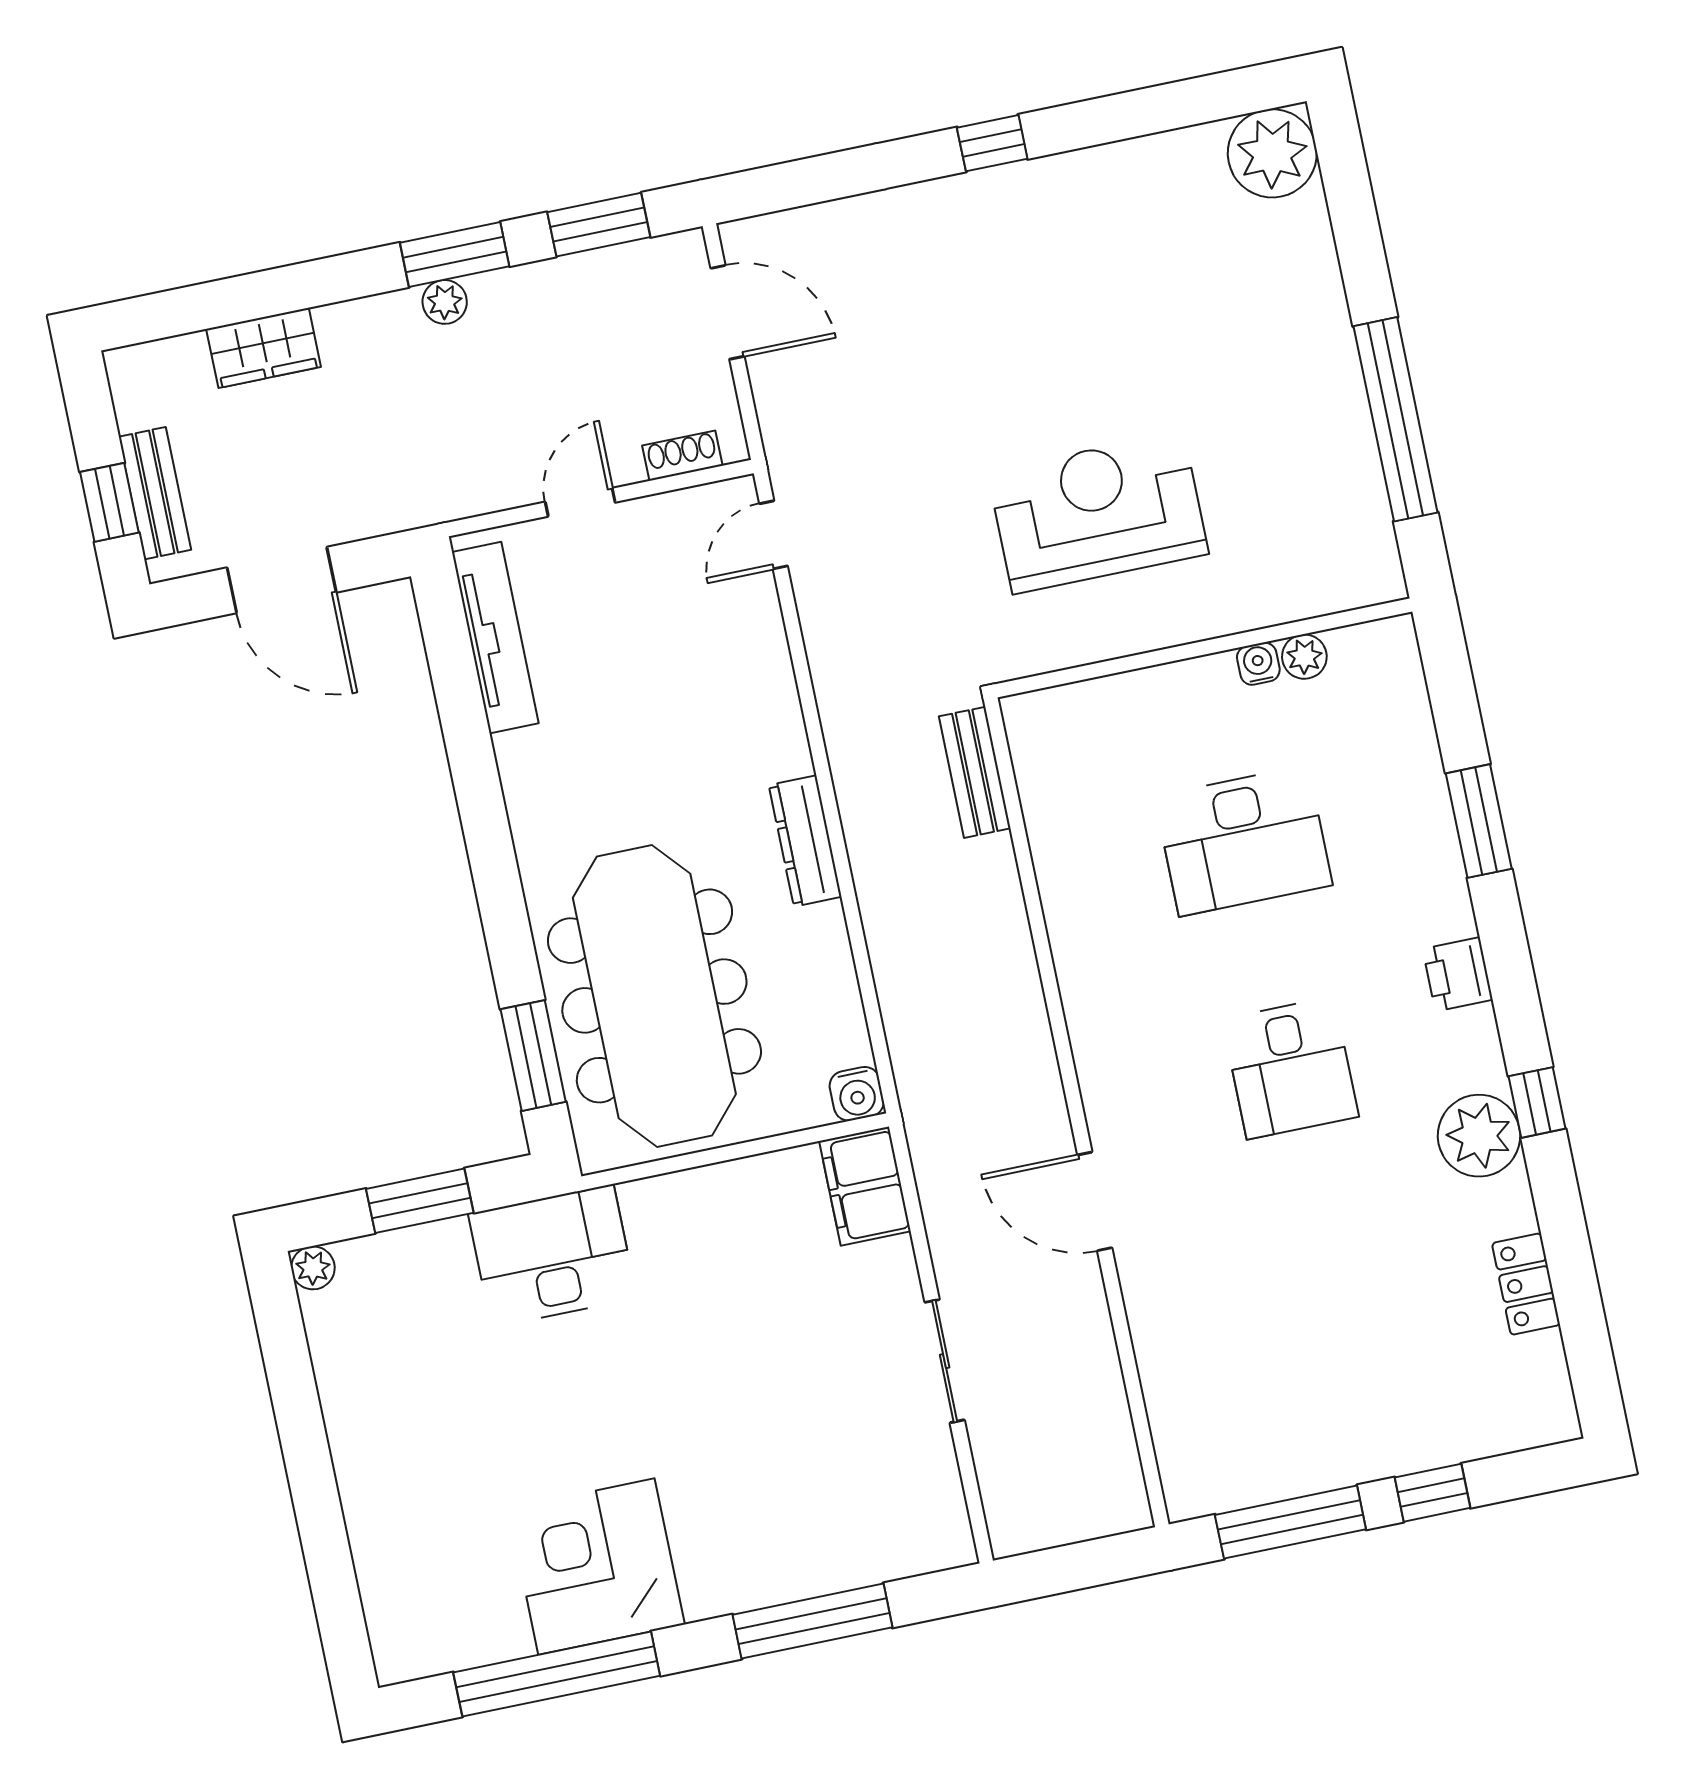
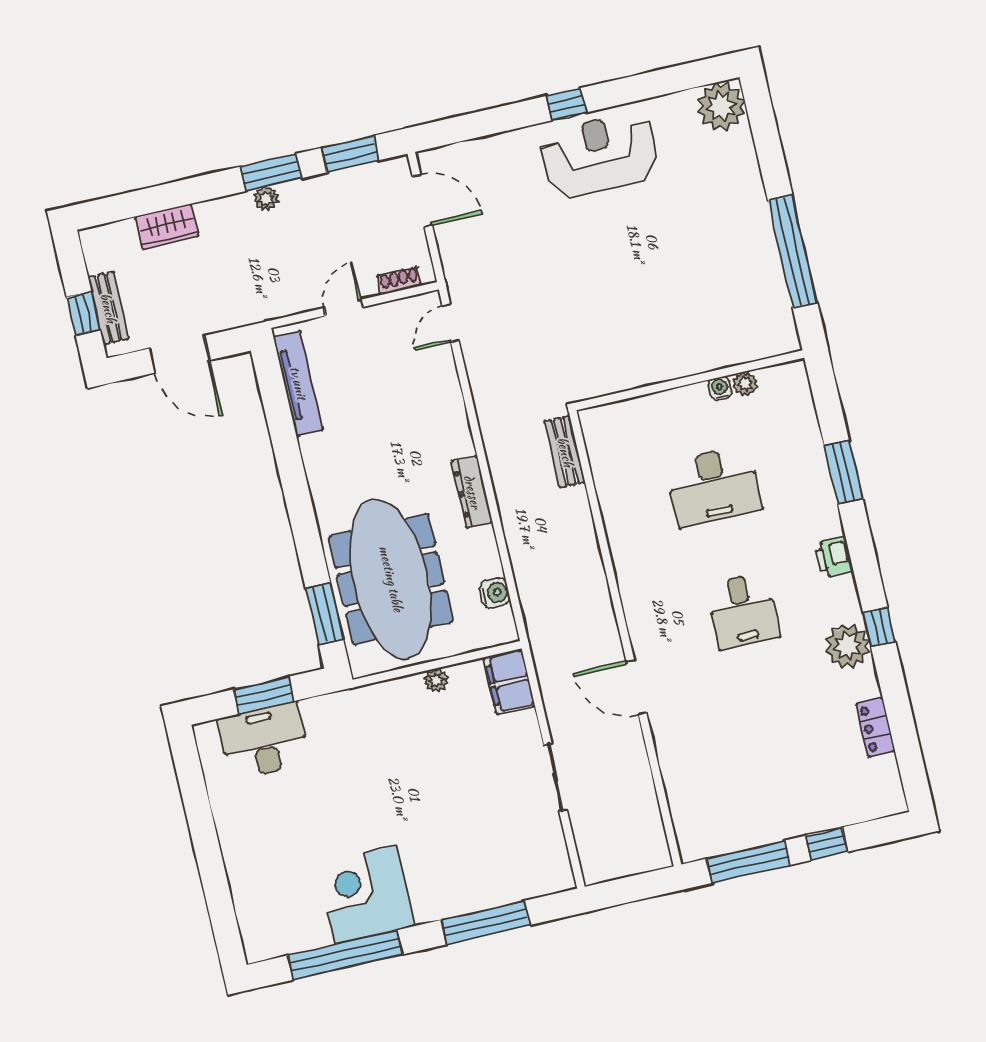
reception desk: (1098, 513) -> (599, 155), moved
water cooler: (857, 1094) -> (495, 593), moved, turned -90
desk: (552, 1256) -> (264, 741), moved
plant: (313, 1268) -> (436, 680), moved

